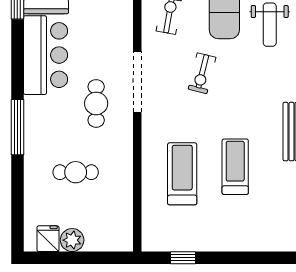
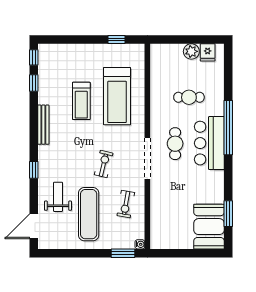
bar counter: (45, 55) -> (209, 143), moved
window: (17, 127) -> (228, 128), width x1.46
treadmill: (182, 174) -> (117, 96), width x1.37, depth x1.38

